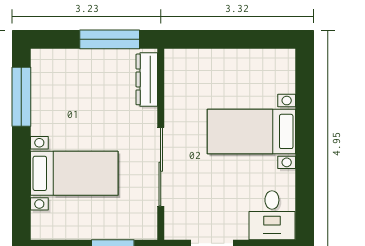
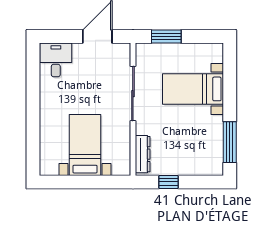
window: (110, 39) -> (168, 182), width x0.46
bed with nightstands: (251, 131) -> (85, 145), moved, turned -90

